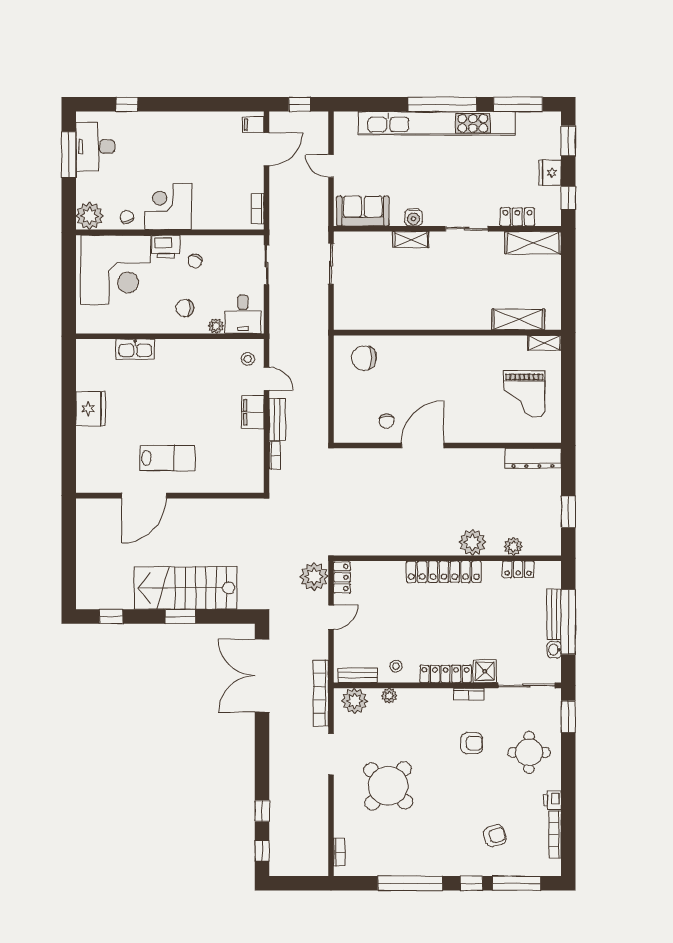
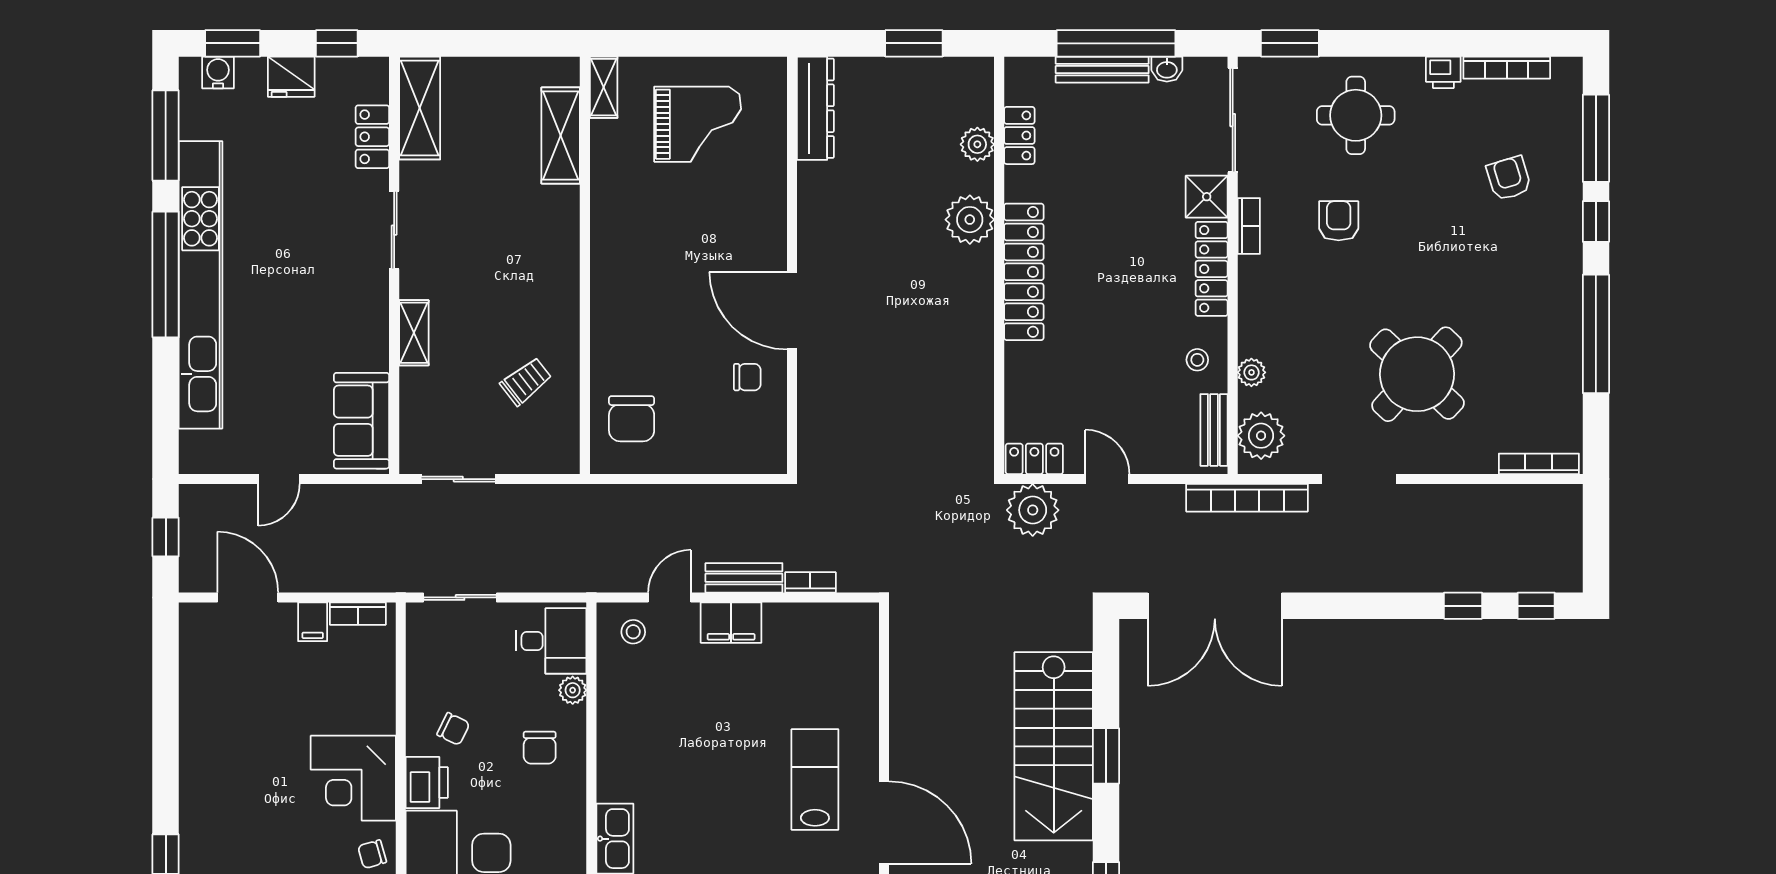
filing cabinet: (253, 125) -> (313, 622), moved
water cooler: (413, 217) -> (218, 72), moved, turned -90
trolley: (384, 301) -> (526, 381), added
bookcase: (339, 852) -> (1539, 464), width x1.56

